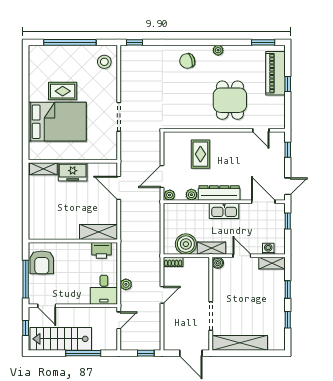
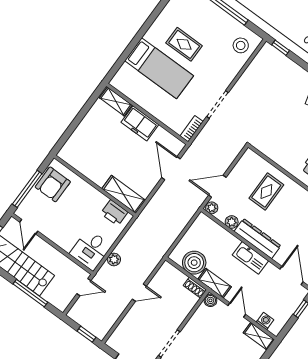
bed: (57, 122) -> (159, 68), width x0.67
bookcase: (113, 148) -> (192, 129), added
shoe rack: (173, 262) -> (195, 288), moved

